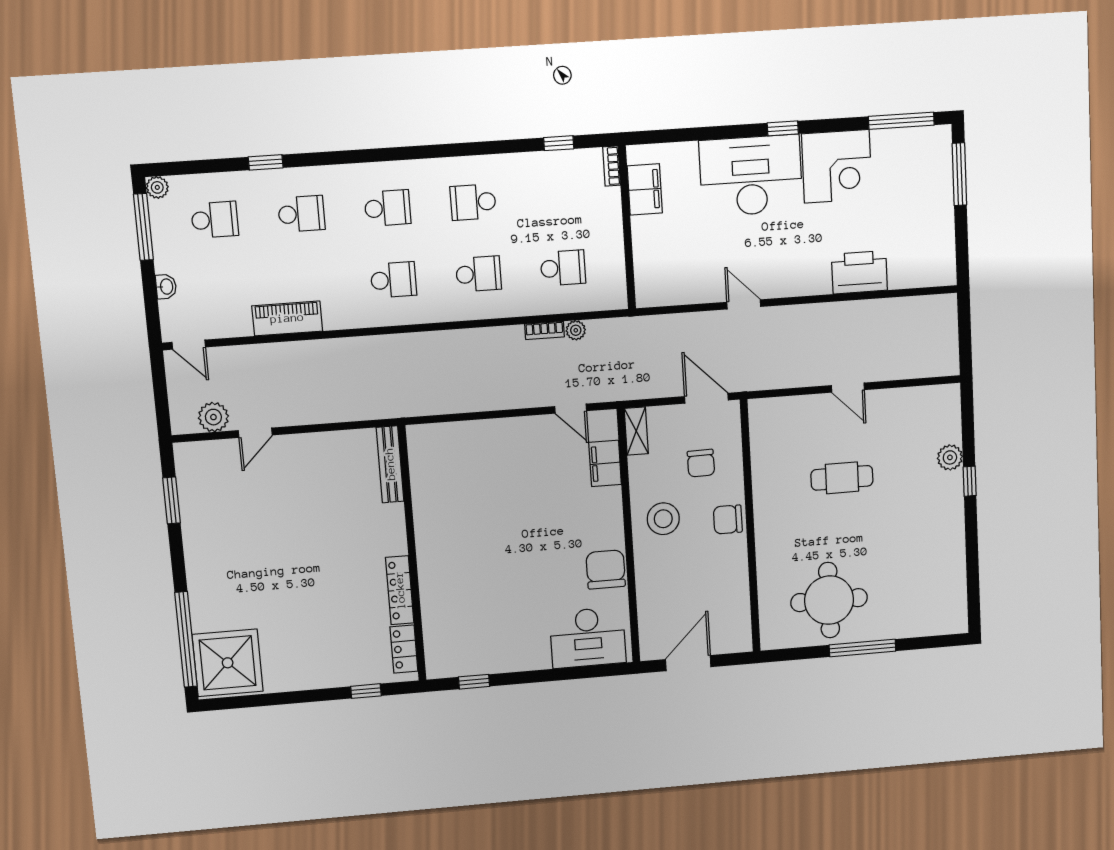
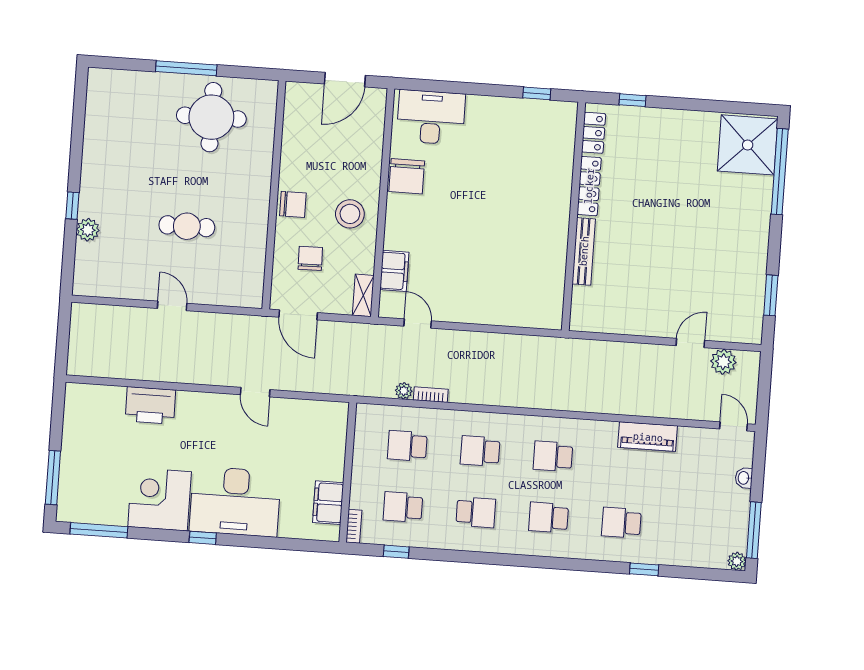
school desk: (215, 220) -> (403, 507), moved
bench: (390, 464) -> (584, 251), moved

